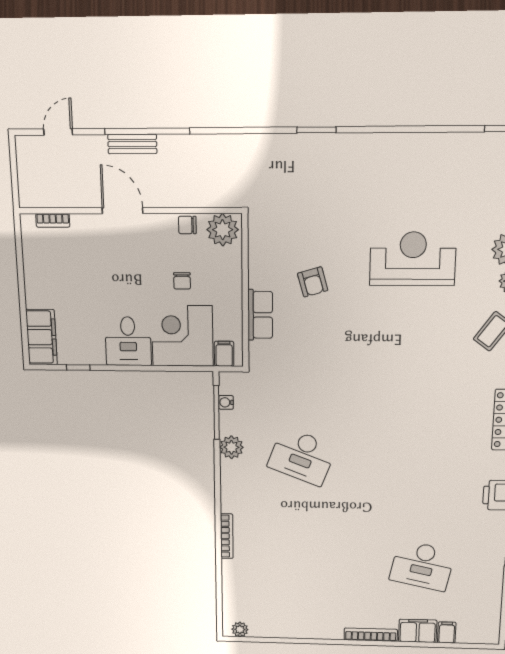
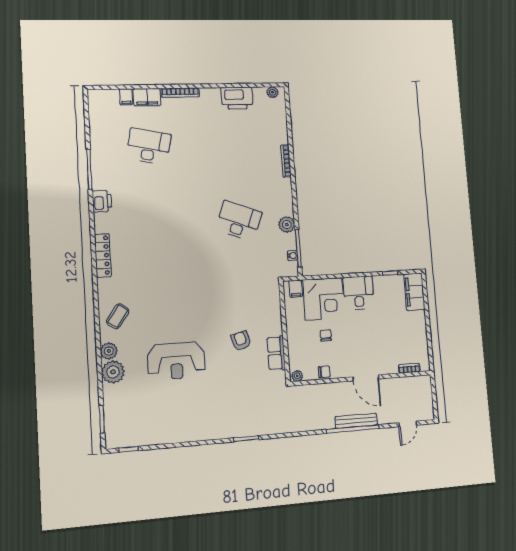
bench: (132, 144) -> (356, 421), width x1.36
plant: (223, 230) -> (297, 376), width x0.53, depth x0.53
row of seats: (260, 315) -> (276, 353), moved
printer: (291, 624) -> (237, 98), added

